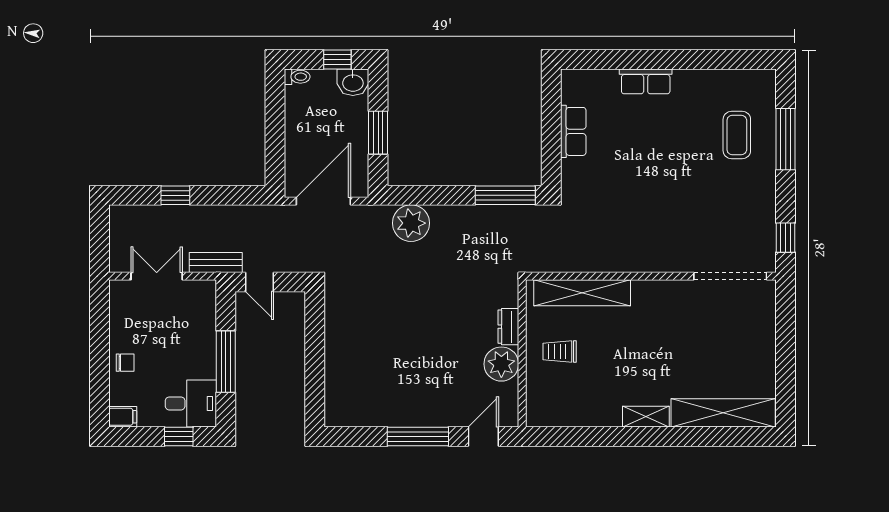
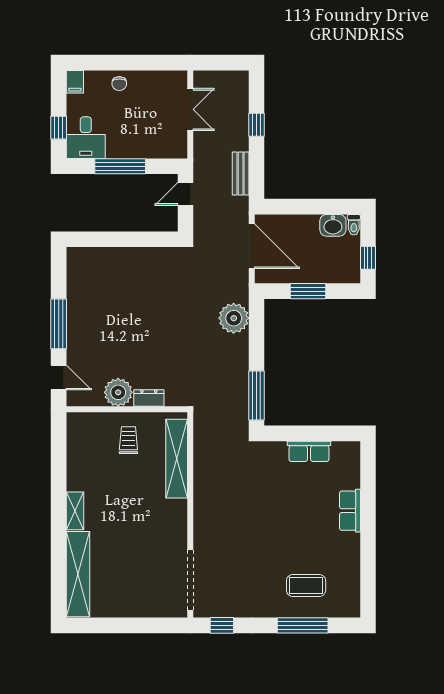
washbasin: (353, 82) -> (333, 225), moved, turned -90
bench: (216, 263) -> (241, 174), moved

